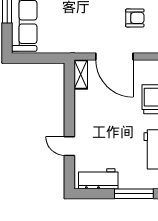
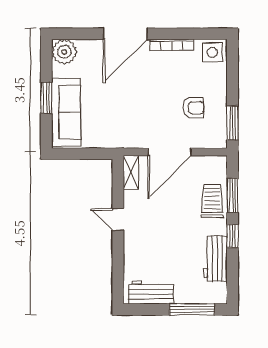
door: (114, 57) -> (170, 152), hinge flipped
door: (69, 146) -> (118, 220), moved

